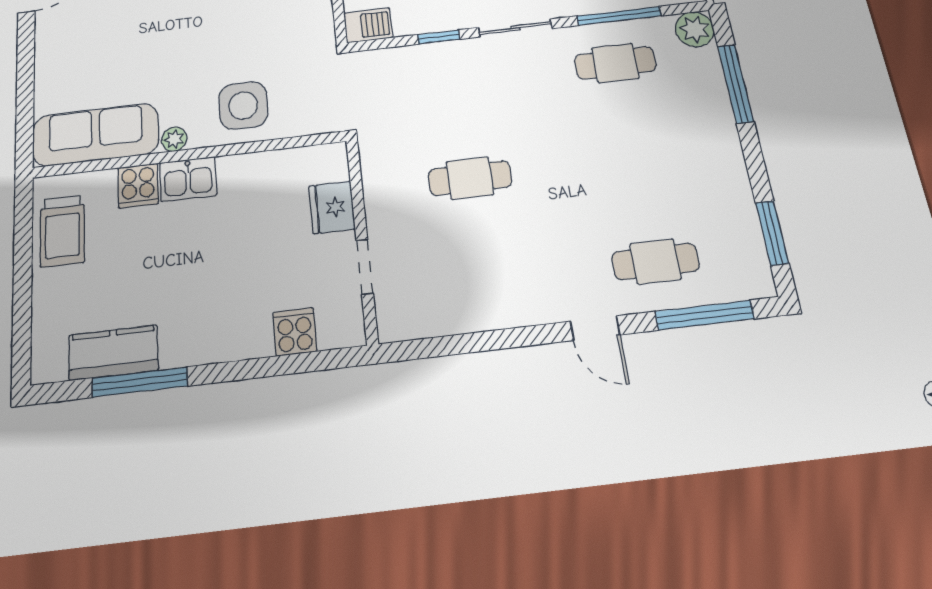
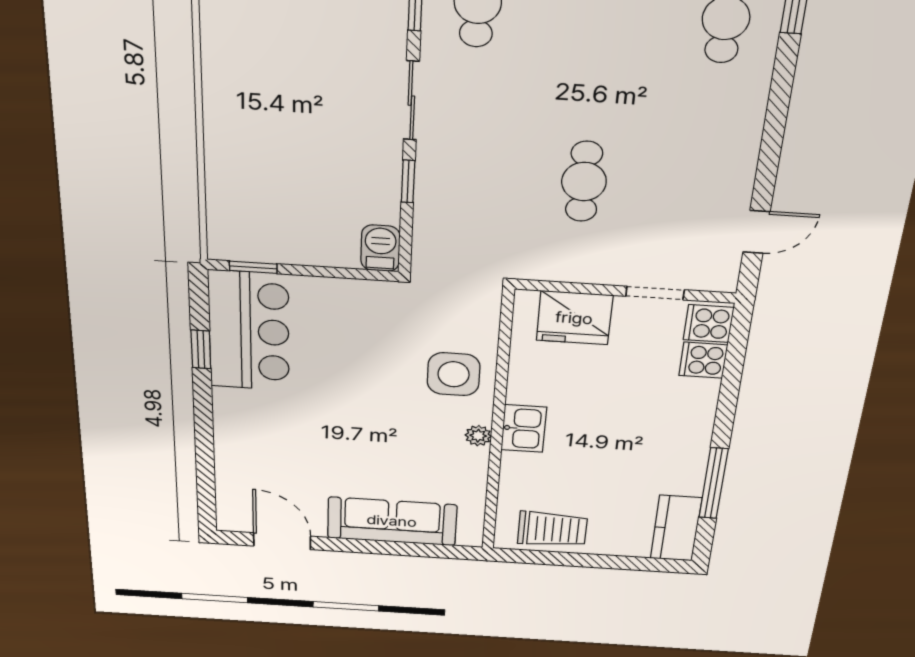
sofa: (96, 135) -> (392, 521), moved, turned 90
cooker: (138, 186) -> (709, 324), moved, turned 180
fridge: (332, 207) -> (574, 318), width x1.36, depth x1.34
door: (595, 328) -> (756, 232), moved
kitchen counter: (113, 353) -> (676, 528), moved

